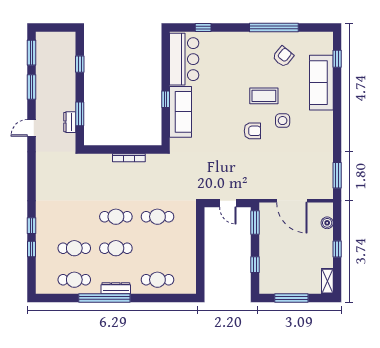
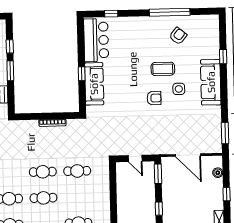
window: (337, 59) -> (223, 57), moved
sofa: (321, 83) -> (211, 82), moved
window: (80, 114) -> (10, 71), moved

